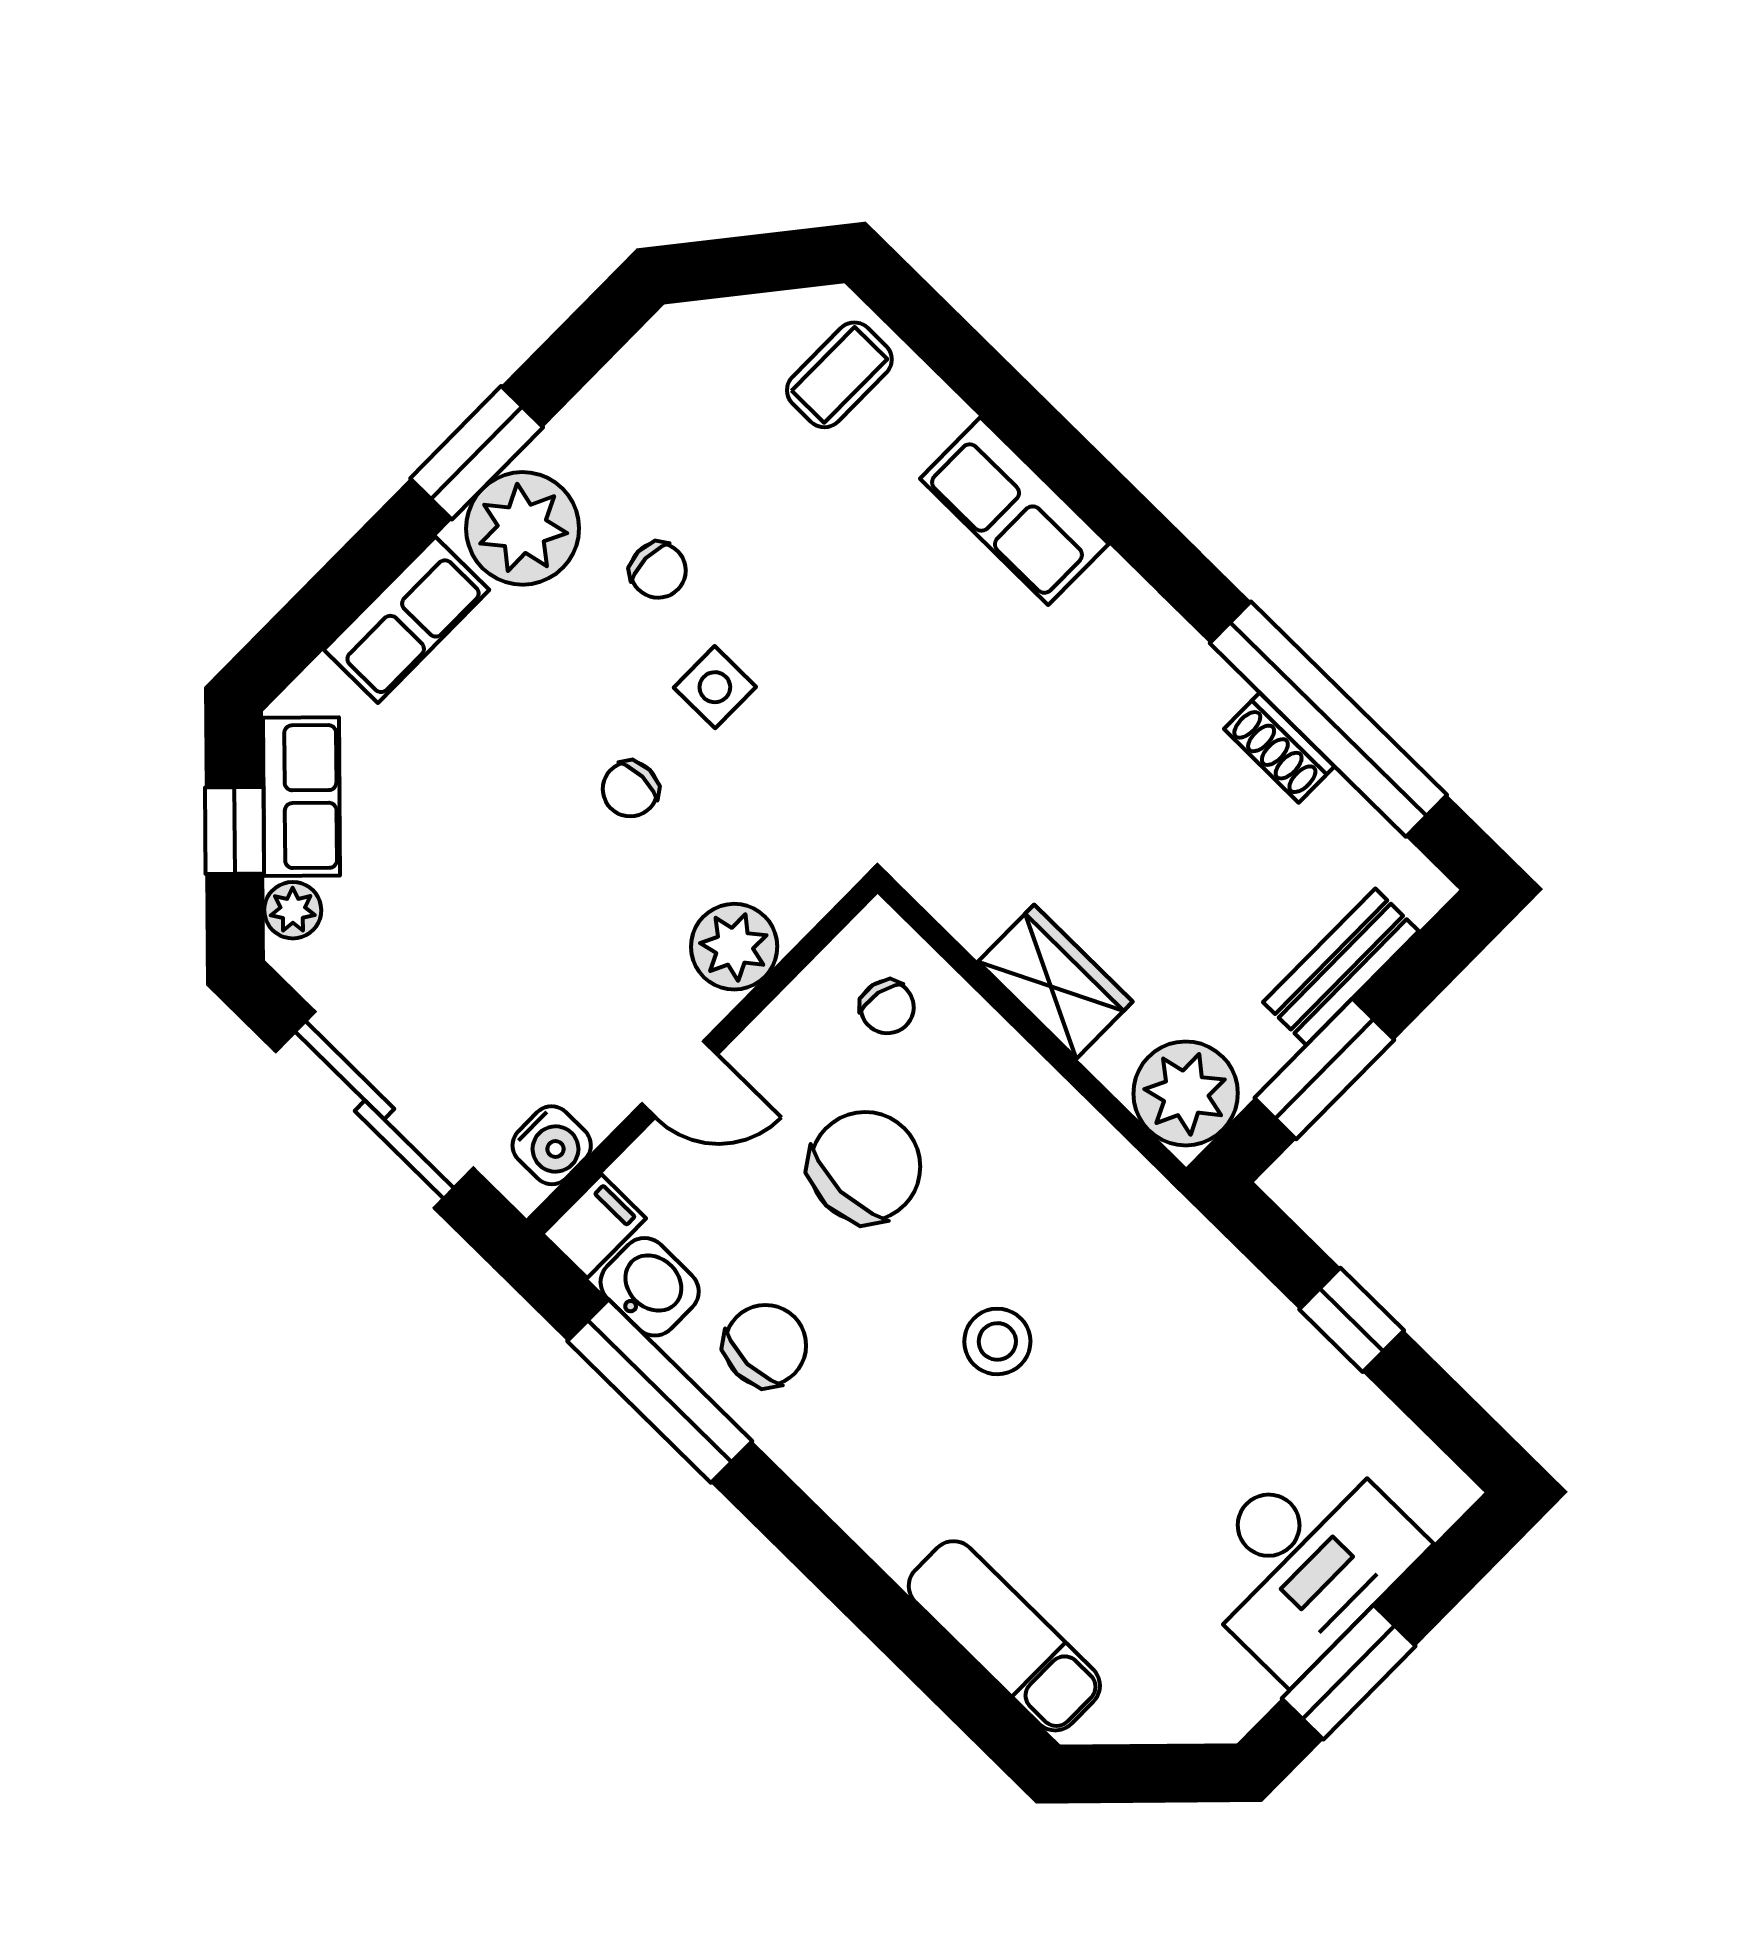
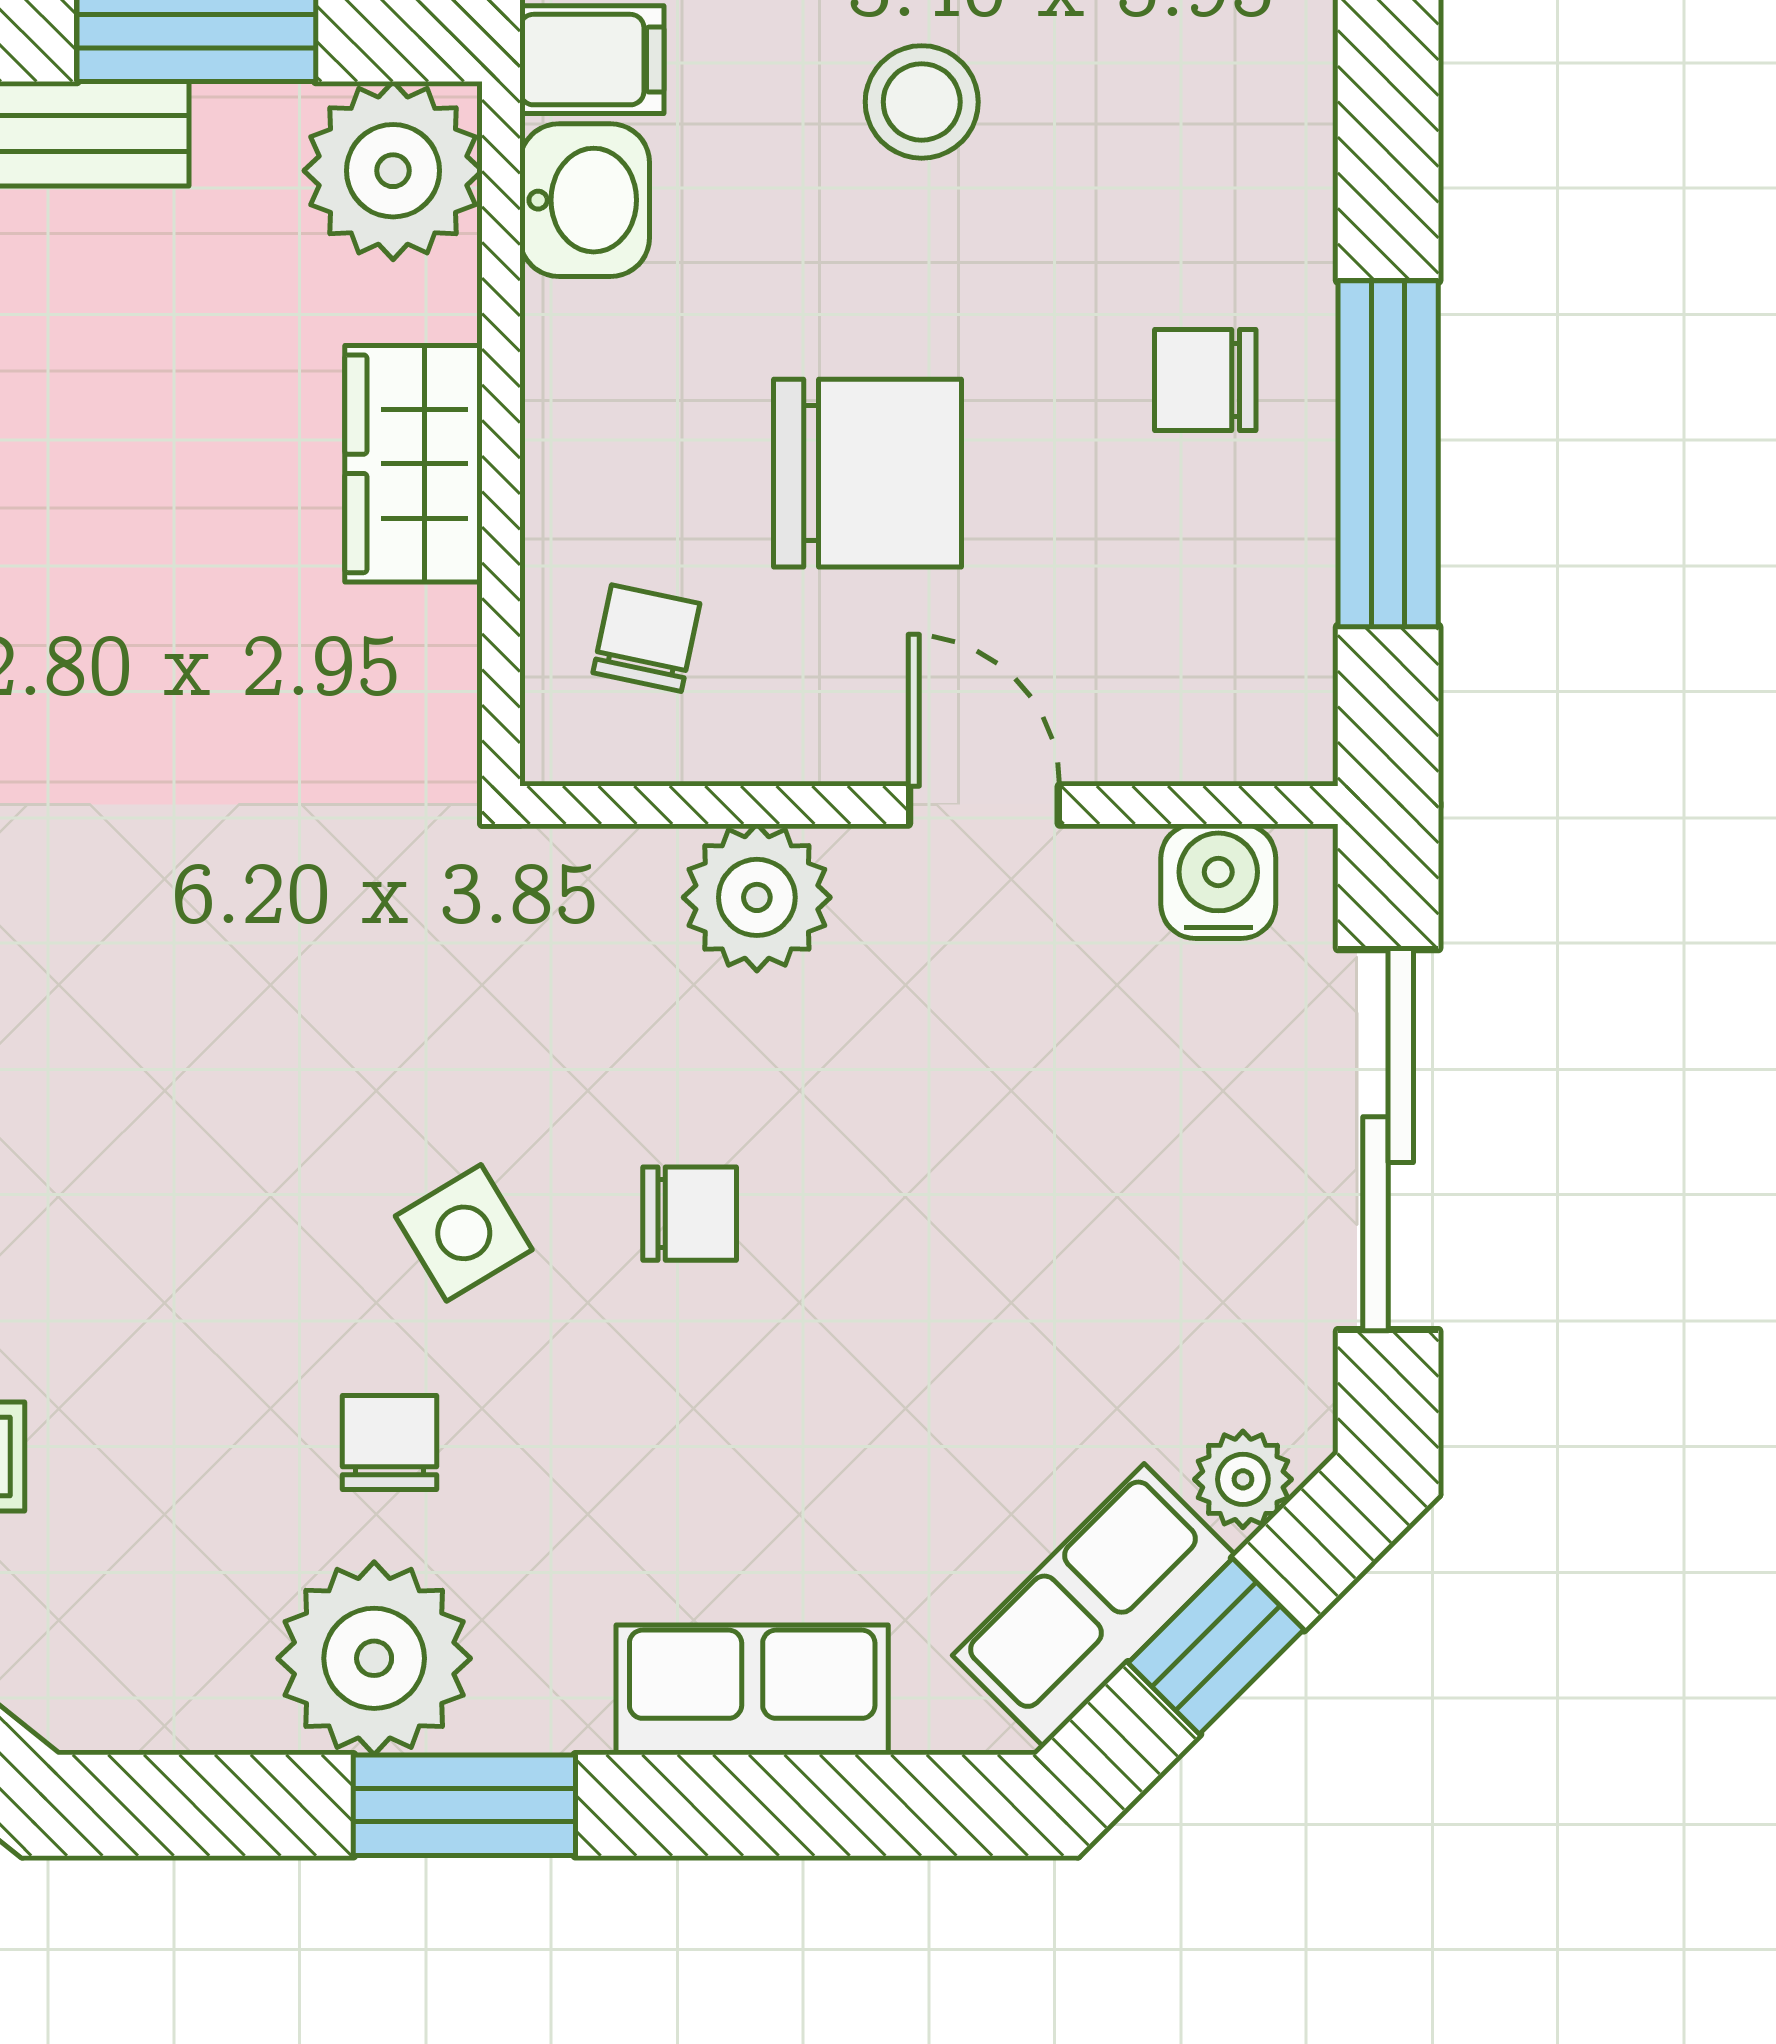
plant: (523, 528) -> (374, 1658), moved
side table: (715, 687) -> (464, 1233), turned -31
chair: (865, 1167) -> (868, 473), turned 180
filing cabinet: (594, 1226) -> (592, 60), moved, turned 180
washbasin: (650, 1287) -> (585, 200), moved, turned 180
chair: (765, 1345) -> (1205, 380), width x0.73, depth x0.73

